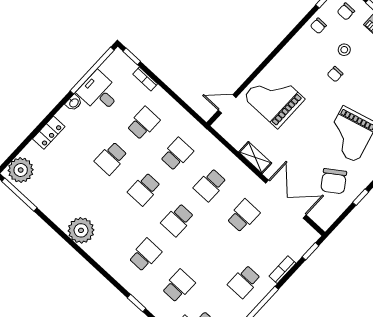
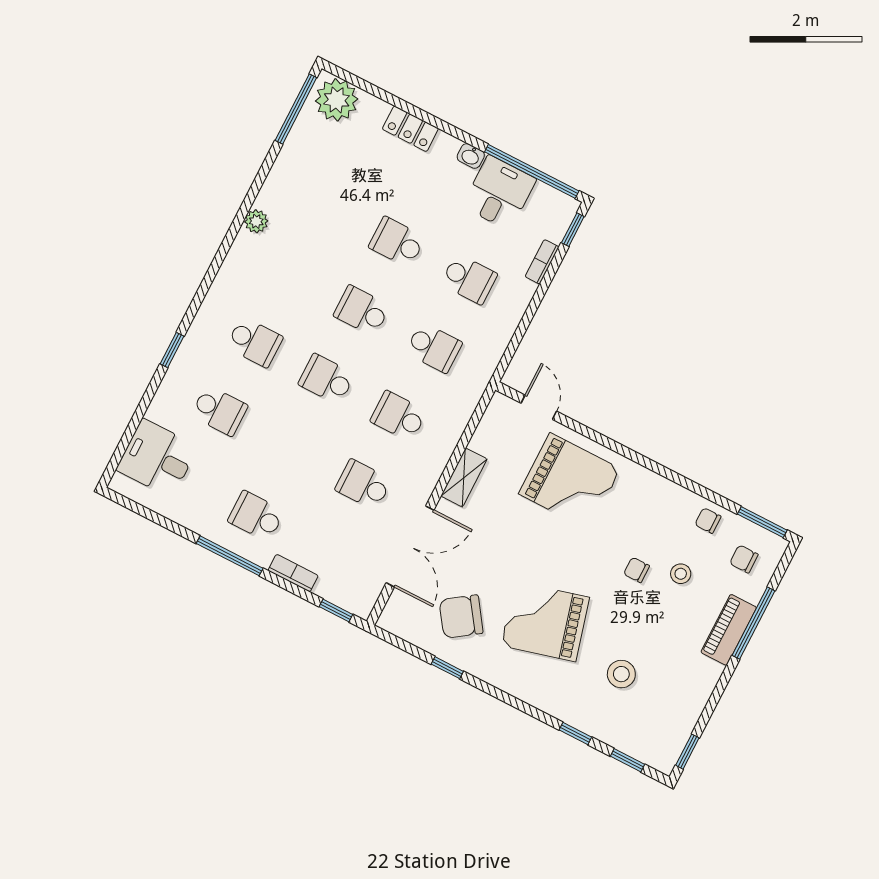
grand piano: (274, 98) -> (570, 481), turned 90
school desk: (243, 216) -> (363, 485), turned 180
plant: (81, 230) -> (256, 221), width x0.53, depth x0.53

